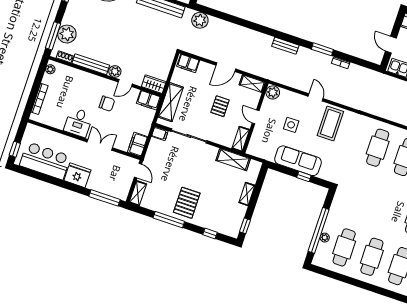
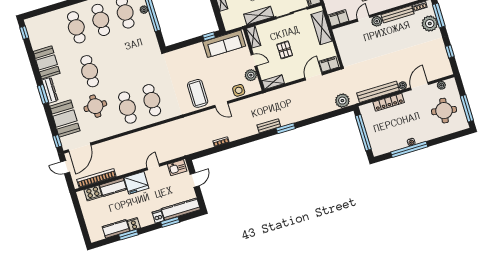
door: (391, 45) -> (195, 180), hinge flipped
window: (322, 49) -> (286, 128), moved
door: (226, 67) -> (314, 76), moved
wardrobe: (154, 84) -> (343, 32), removed
plant: (273, 92) -> (251, 75), moved
side table: (291, 125) -> (239, 90), moved
shelving: (233, 160) -> (259, 16), moved
sofa: (298, 161) -> (224, 44), moved
window: (304, 177) -> (209, 36), moved

